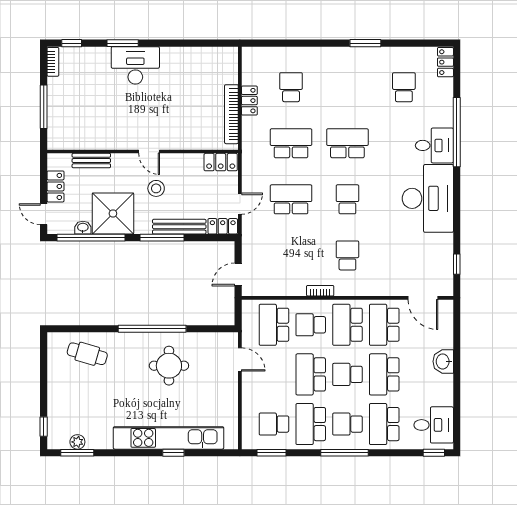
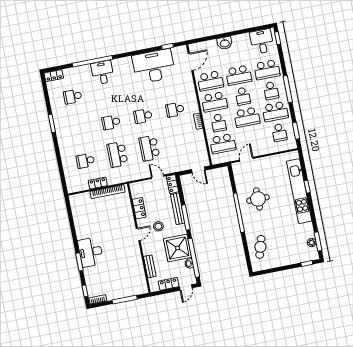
school desk: (347, 143) -> (111, 122), width x0.54
locker: (221, 162) -> (139, 208), moved
desk: (428, 198) -> (154, 66), moved

